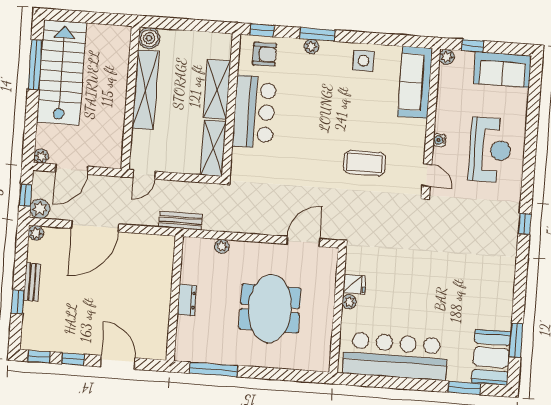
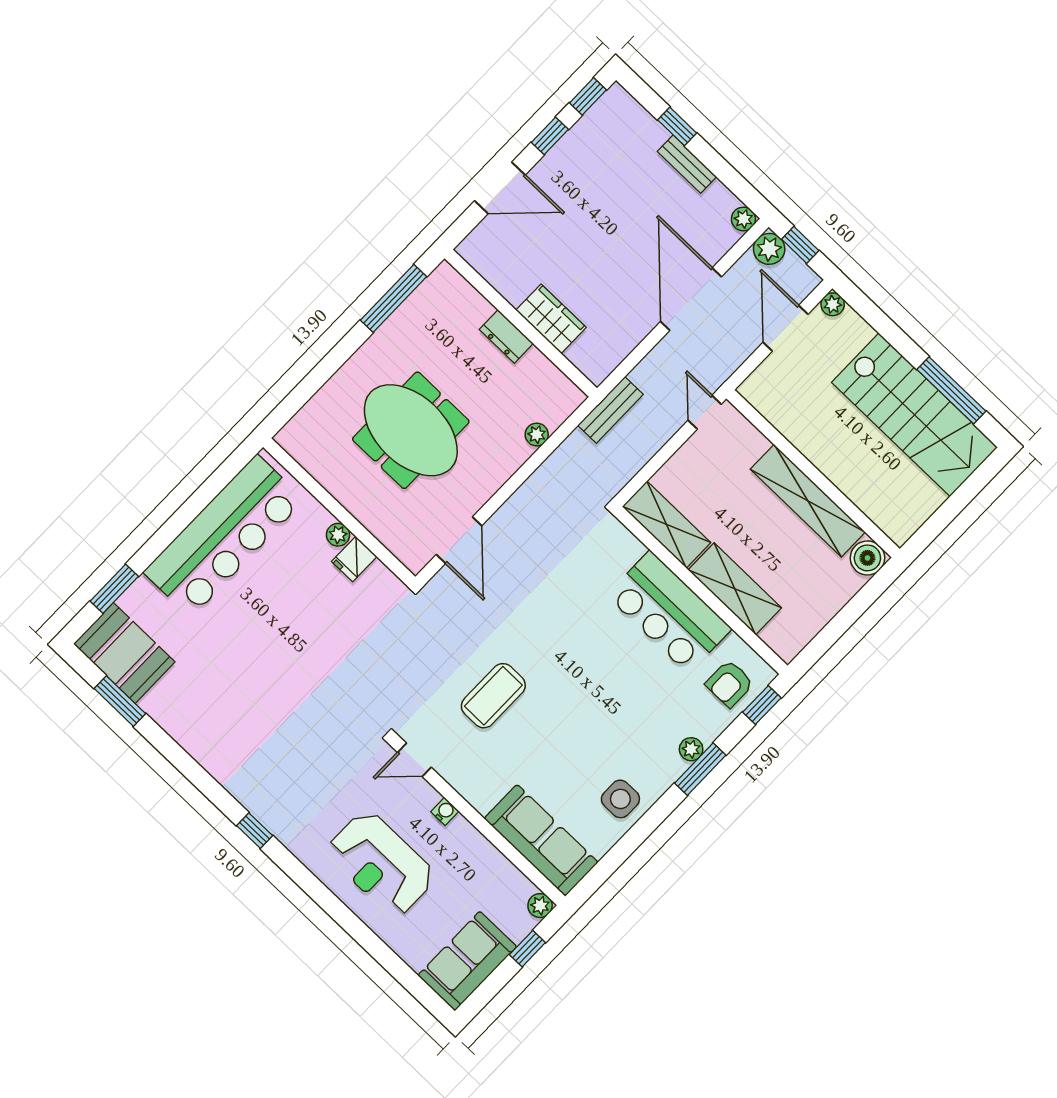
wardrobe: (160, 286) -> (551, 319), added

